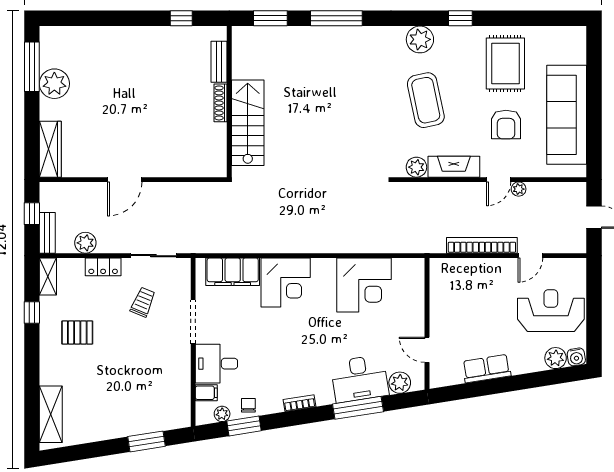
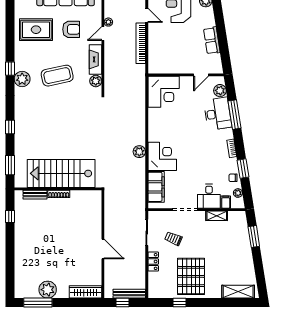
window: (336, 18) -> (10, 127), width x0.46
window: (460, 18) -> (10, 69), moved
stairs: (248, 123) -> (61, 173), width x1.36, depth x1.51
door: (499, 180) -> (103, 34), swing flipped
bench: (47, 233) -> (129, 294), width x1.36
plant: (85, 243) -> (139, 152), moved
shelving: (48, 277) -> (217, 216), moved
corner desk: (364, 285) -> (164, 92), moved, turned 90
pallet: (77, 332) -> (191, 276), width x2.05, depth x2.00
window: (244, 426) -> (243, 169), moved

